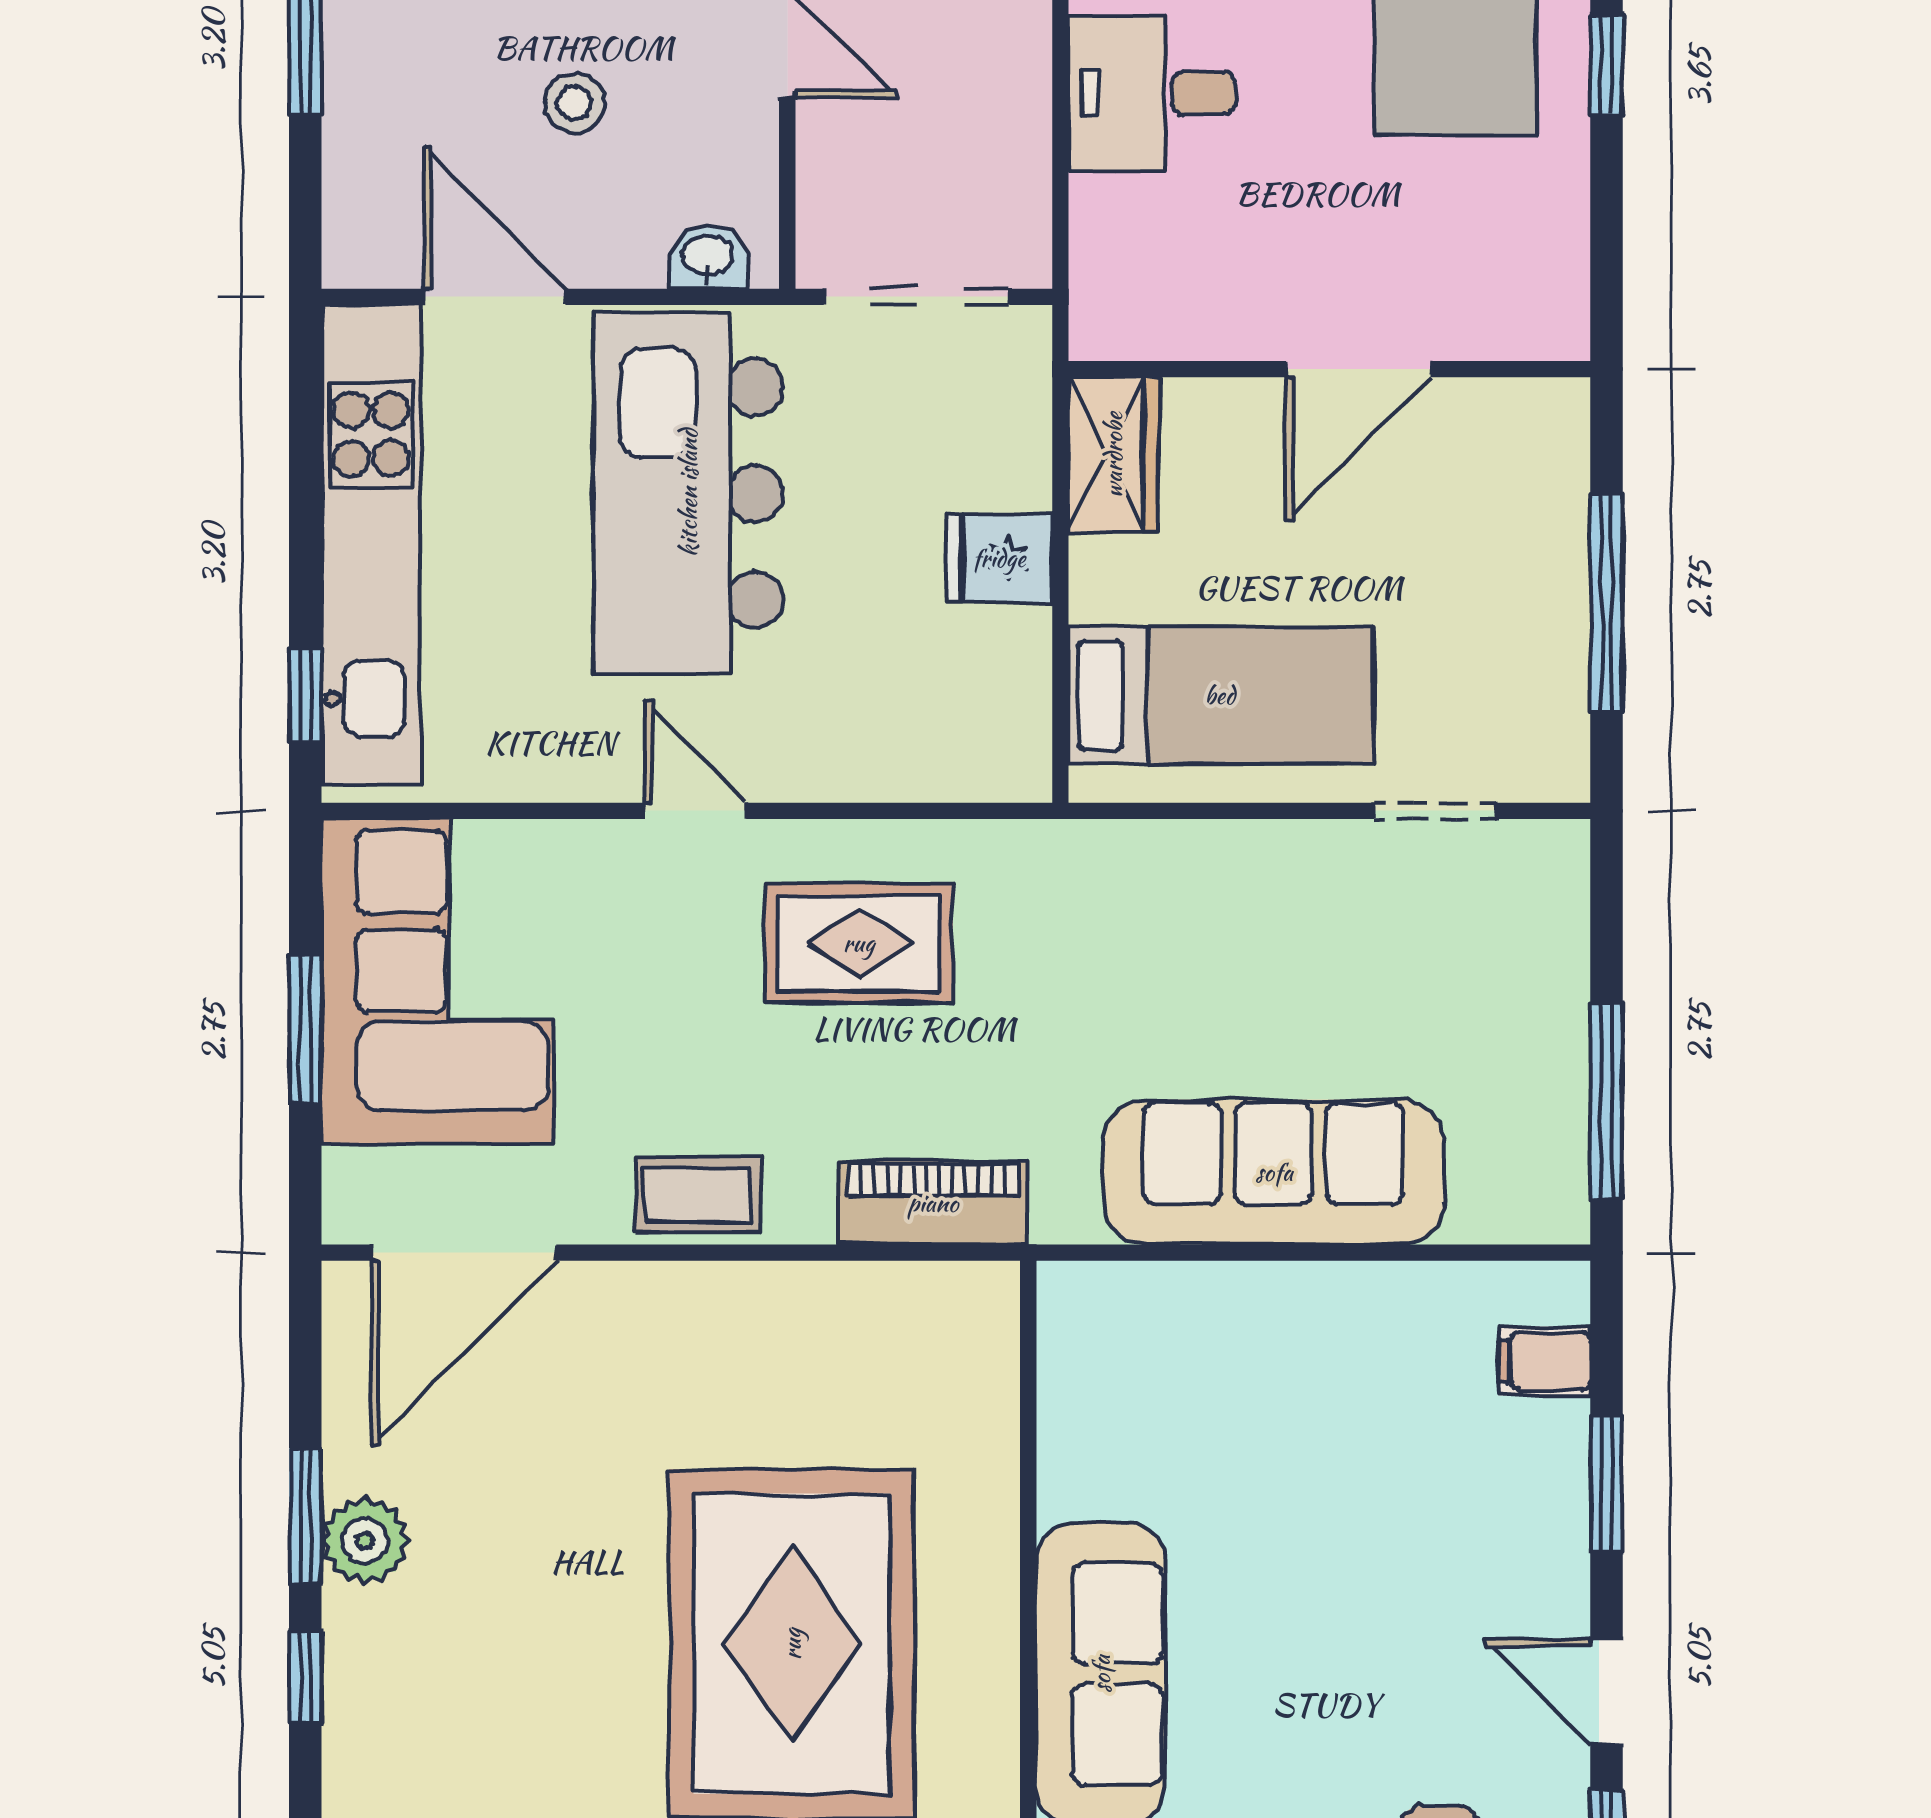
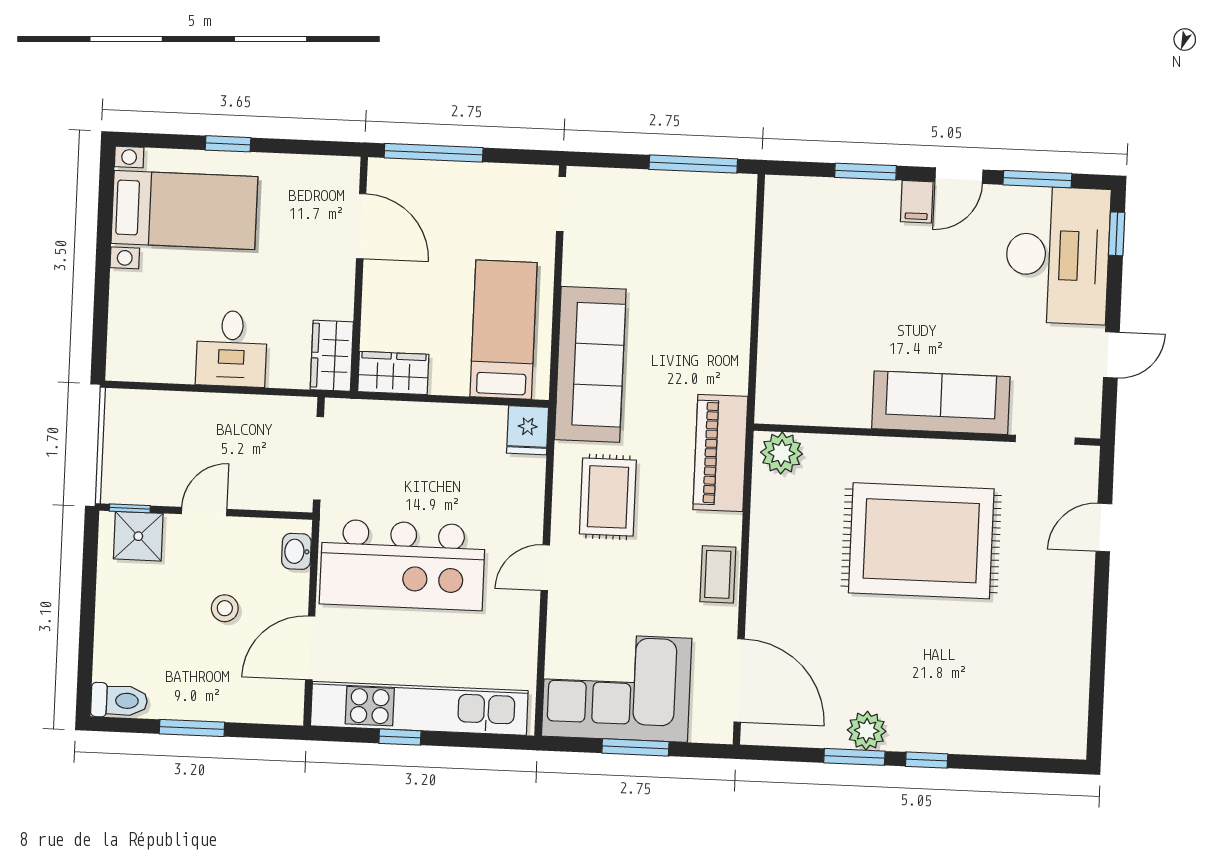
wardrobe: (1146, 316) -> (332, 356), added
door: (1358, 369) -> (361, 226), moved
fridge: (999, 558) -> (528, 430), moved
window: (1607, 603) -> (434, 153), moved
window: (305, 695) -> (400, 737), moved
doorway: (1435, 811) -> (561, 204), moved
sofa: (1274, 1172) -> (590, 364), moved, turned 180
piano: (933, 1203) -> (720, 453), width x1.37, depth x1.33
plant: (973, 1325) -> (782, 453), added
filing cabinet: (1545, 1361) -> (917, 202), moved

